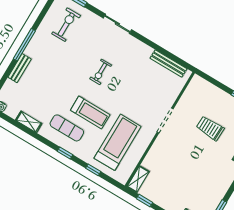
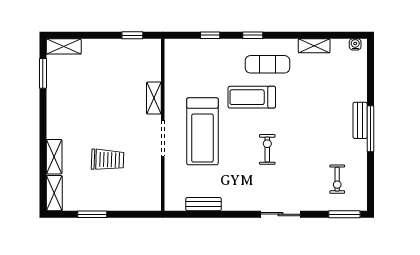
exercise bike: (66, 25) -> (337, 179), width x0.73, depth x0.72
bench: (168, 63) -> (204, 204), width x0.73
bench: (20, 68) -> (360, 120), moved
treadmill: (118, 142) -> (202, 131), moved
shelving: (138, 179) -> (154, 98), moved

